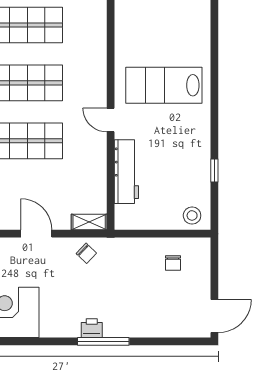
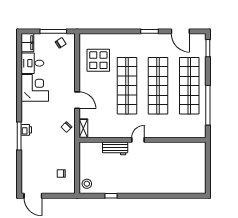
lab bench: (164, 85) -> (157, 169), removed
workbench: (126, 172) -> (115, 148), width x0.73
door: (36, 234) -> (77, 100), hinge flipped

